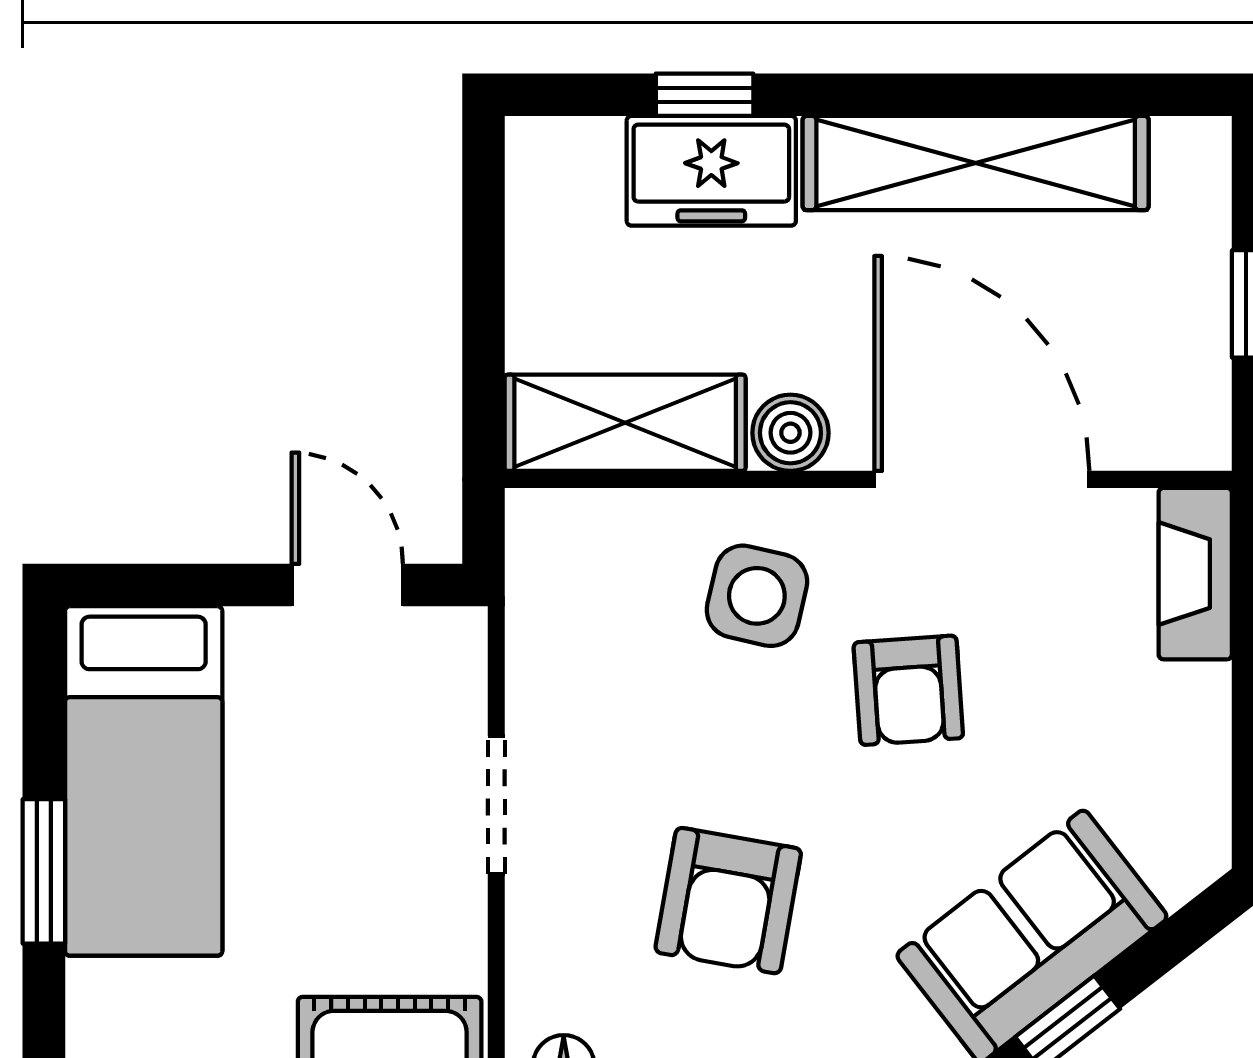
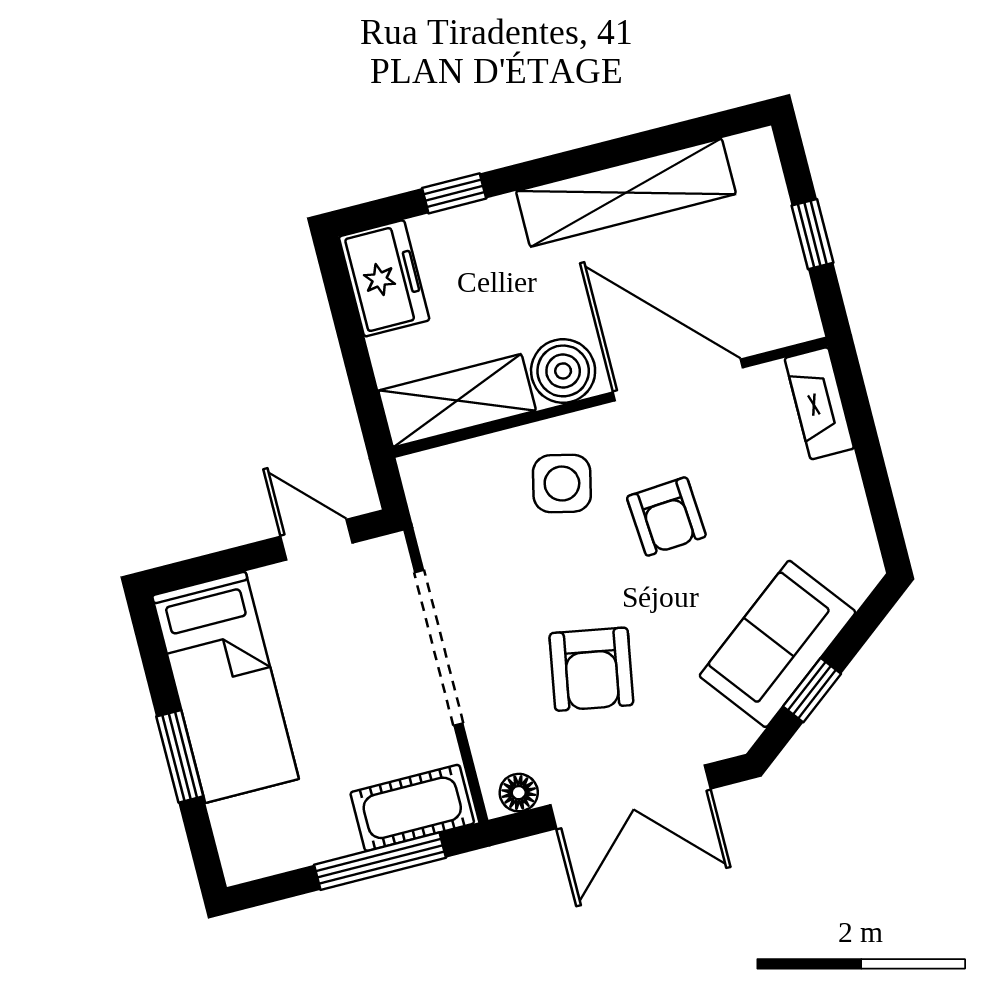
freezer: (711, 171) -> (384, 278), moved, turned -90
boiler: (790, 433) -> (563, 371), width x1.36, depth x1.36
doorway: (496, 805) -> (439, 648), width x1.88

